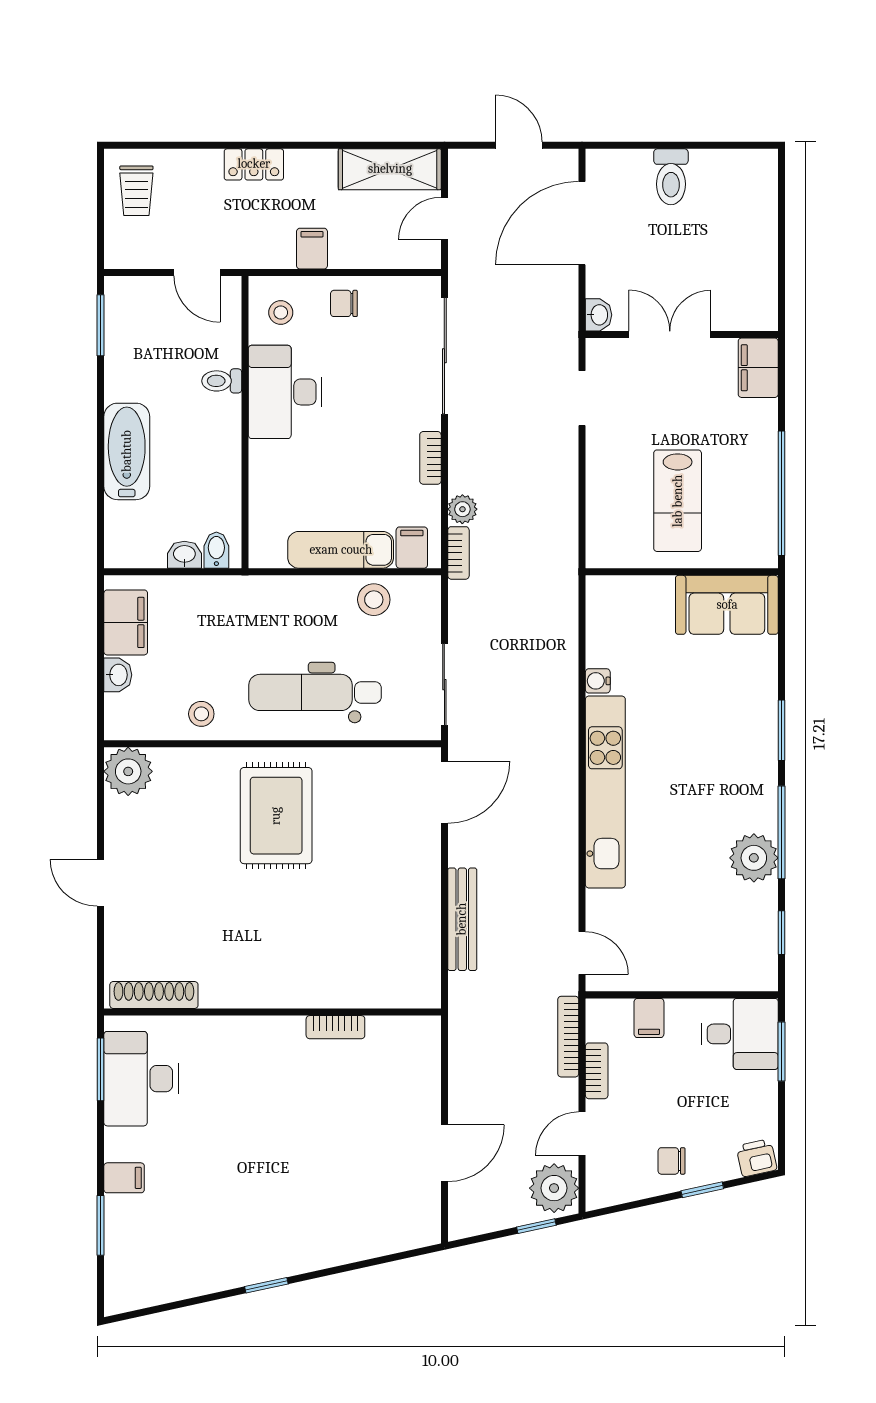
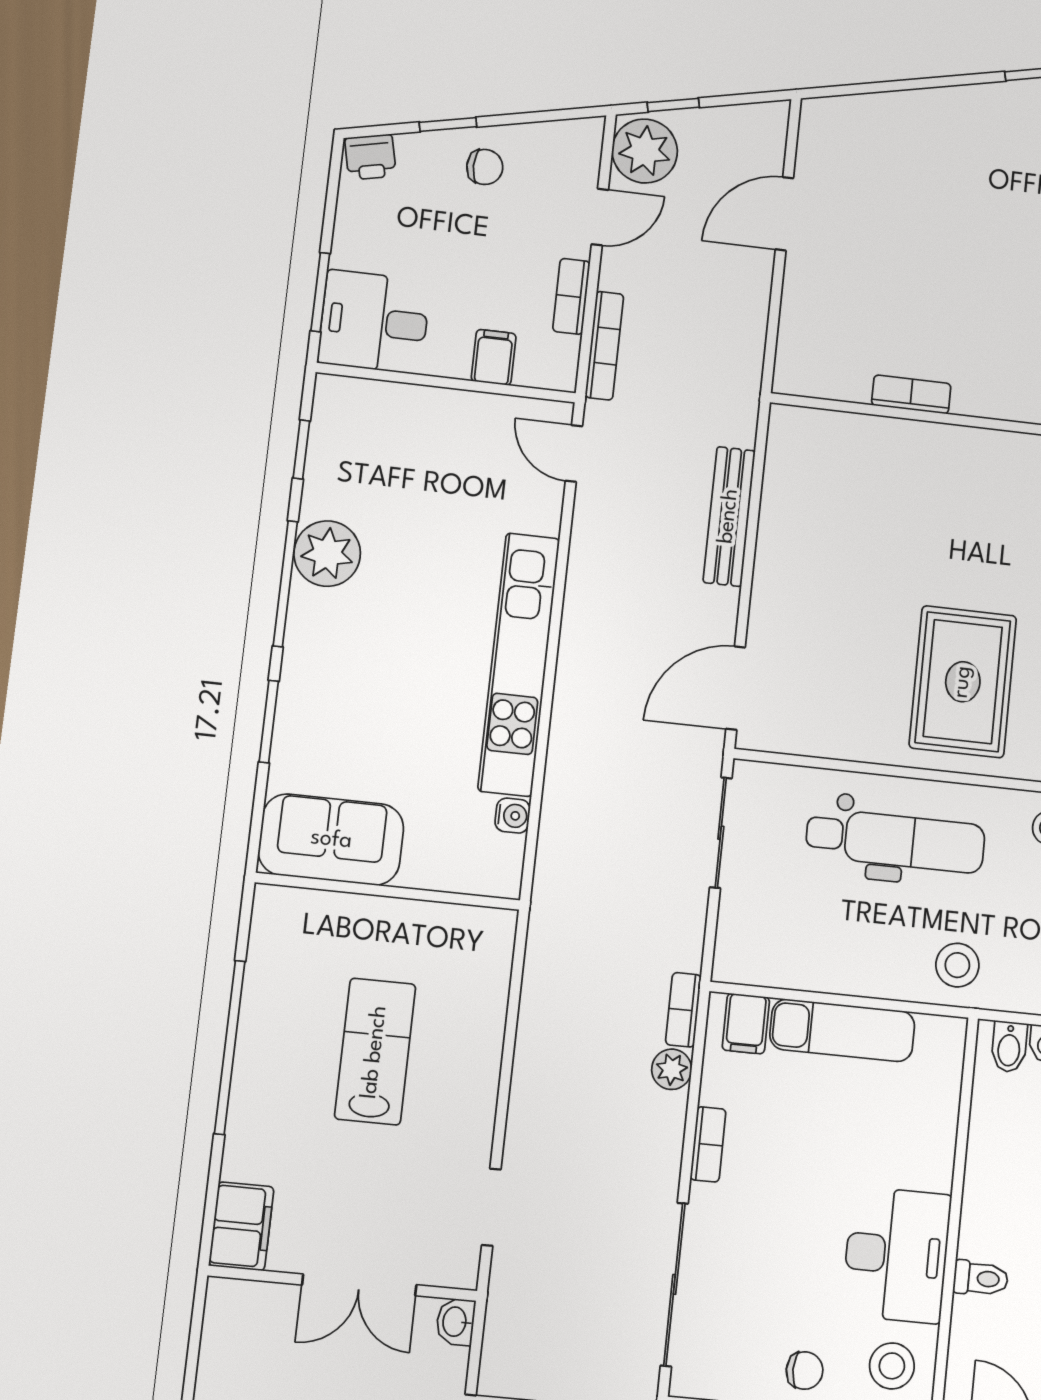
stool: (281, 312) -> (892, 1366), width x1.37, depth x1.37
wall: (682, 572) -> (388, 891), moved
stool: (374, 600) -> (957, 965), moved
sofa: (727, 605) -> (331, 840), moved

